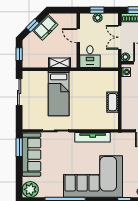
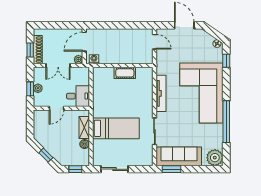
freezer: (45, 27) -> (48, 142), removed
boiler: (43, 63) -> (85, 144), added

